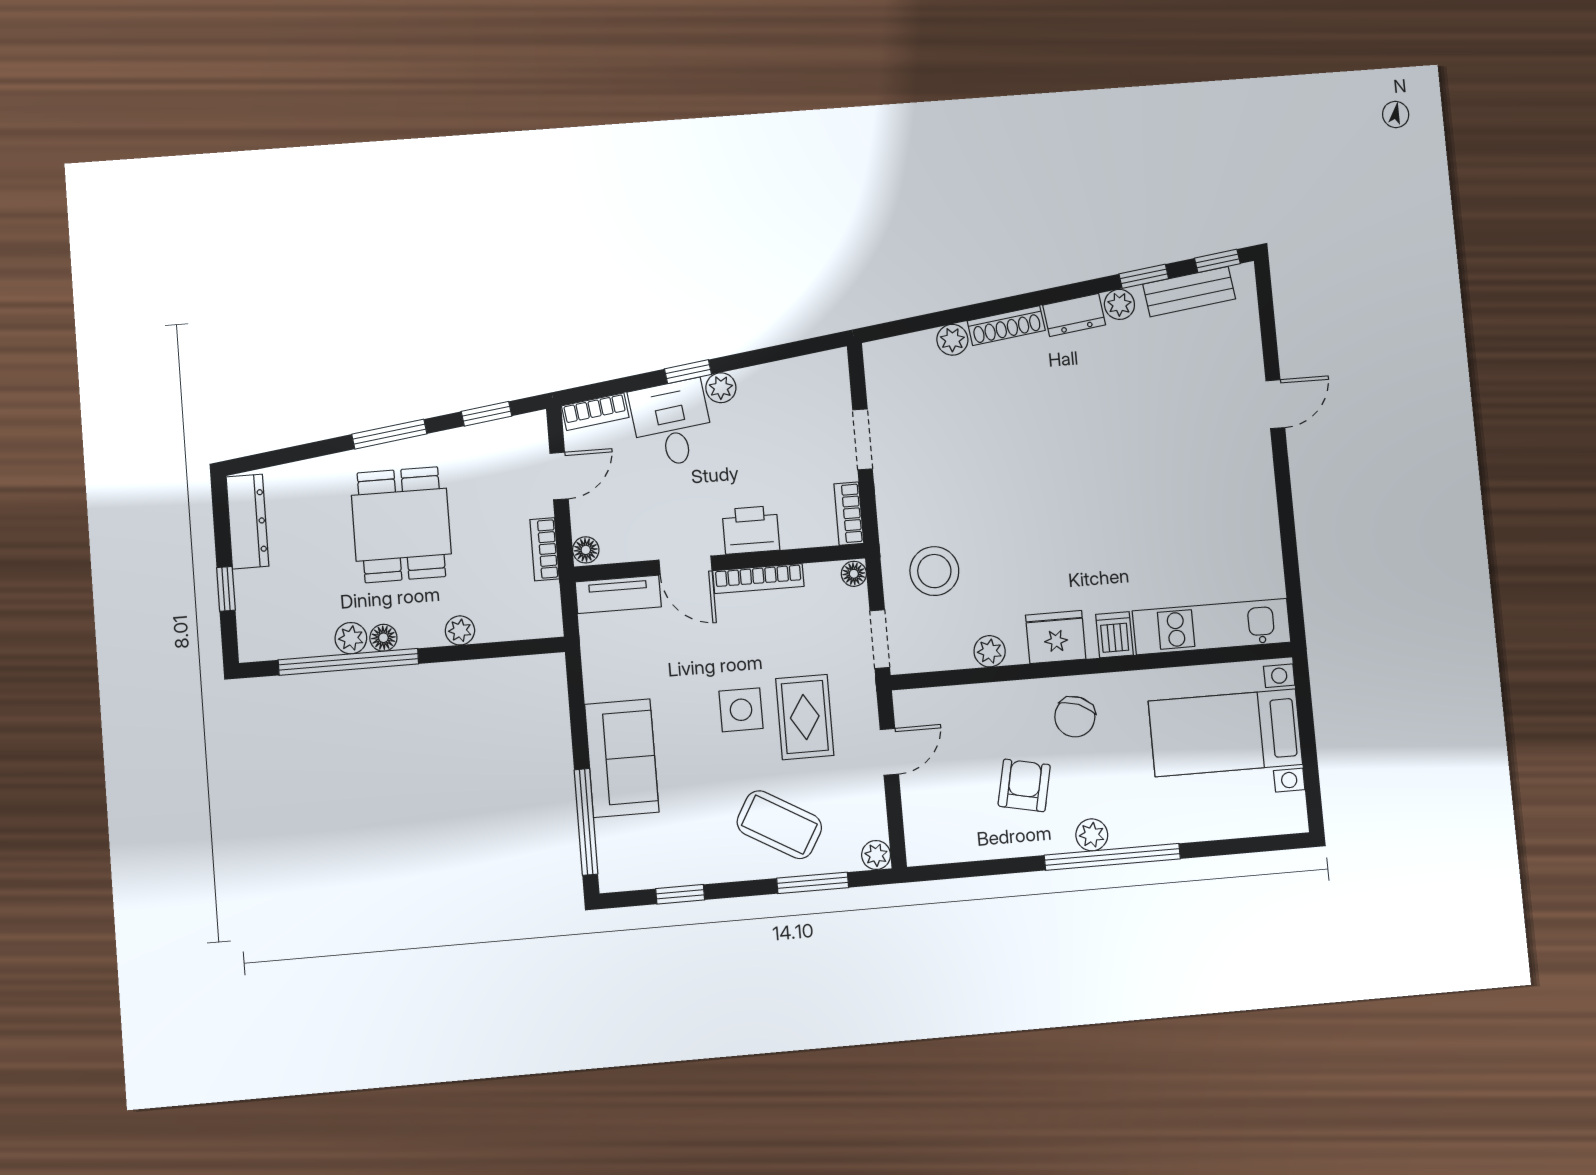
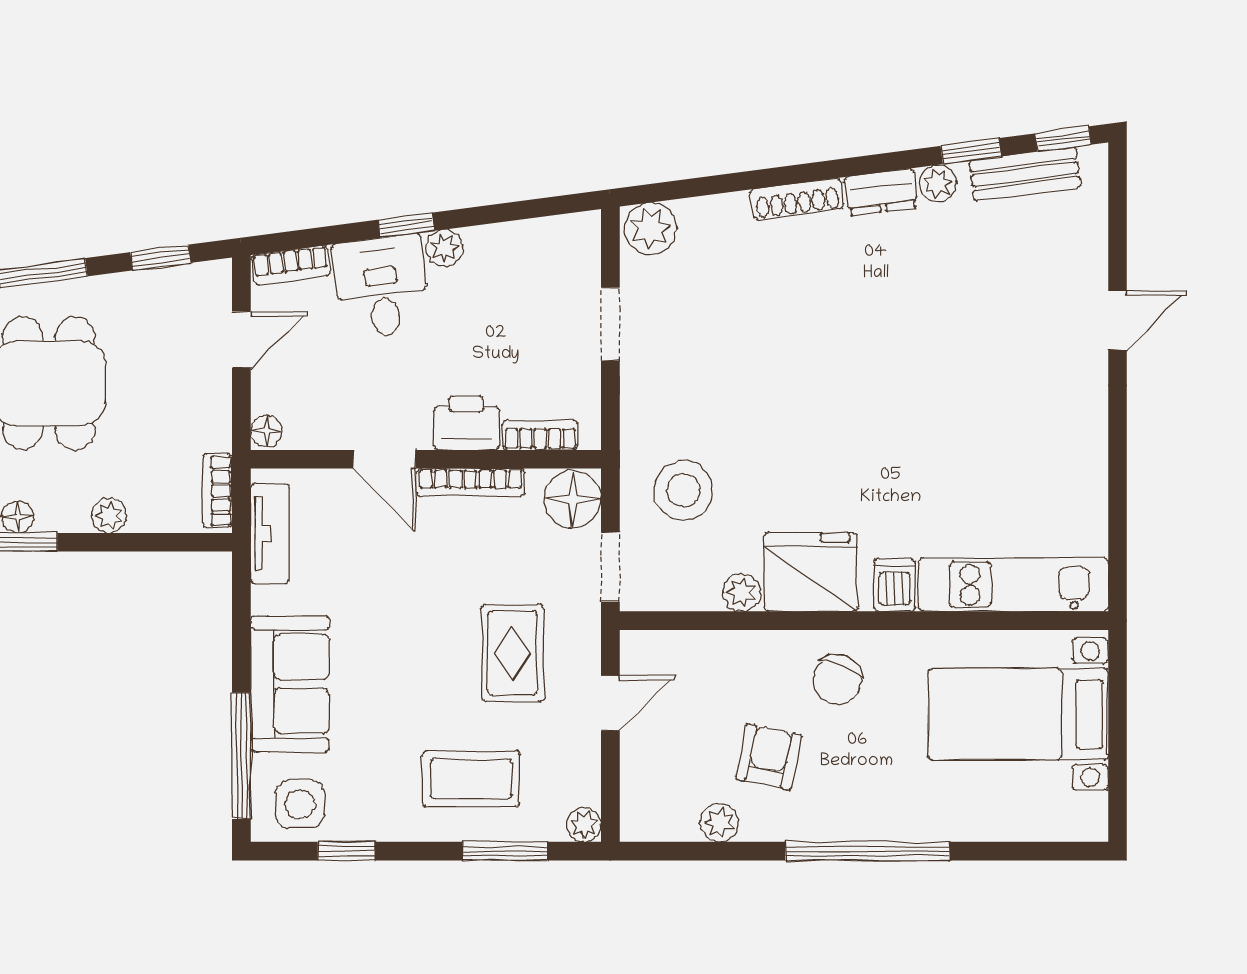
plant: (952, 340) -> (651, 229), moved, width x1.38, depth x1.38
bookcase: (849, 514) -> (540, 435), moved, turned 90
bookcase: (545, 549) -> (217, 491), moved
floor lamp: (854, 574) -> (572, 499), width x1.89, depth x1.89
tv unit: (618, 594) -> (270, 534), moved, turned -90
fridge: (1056, 637) -> (811, 572), width x1.36, depth x1.34
side table: (741, 710) -> (300, 804), moved
coffee table: (779, 825) -> (471, 779), turned -30
plant: (1092, 835) -> (719, 823), moved

